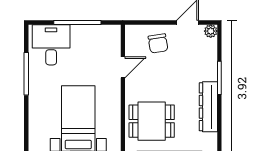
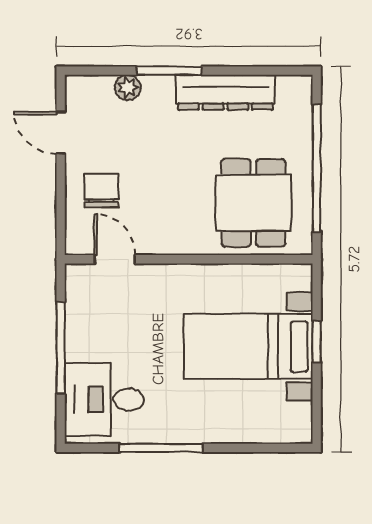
plant: (211, 31) -> (128, 88), moved
chair: (158, 43) -> (102, 190), turned -81
door: (123, 67) -> (115, 259), moved

